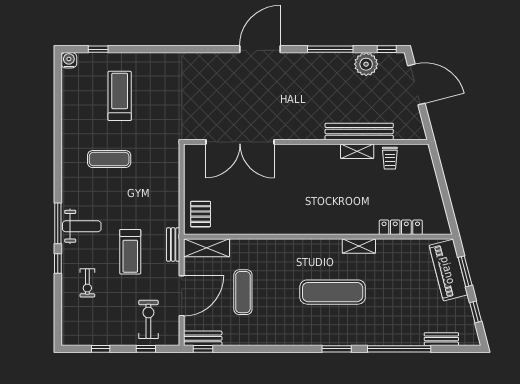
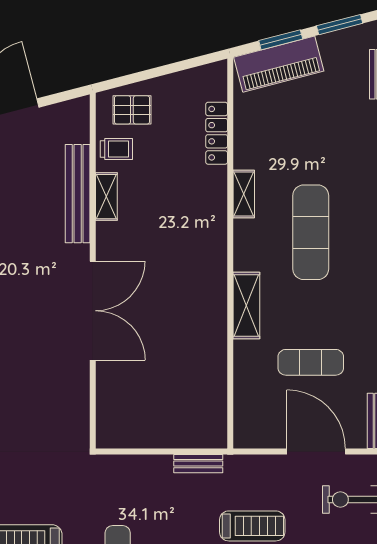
double door: (240, 142) -> (93, 311), moved
pallet: (201, 214) -> (132, 110), moved
bench: (173, 244) -> (198, 464), moved
shelving: (206, 248) -> (246, 305), moved
window: (476, 312) -> (340, 25), width x1.50

